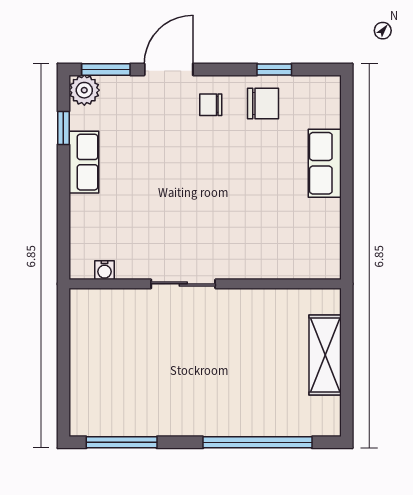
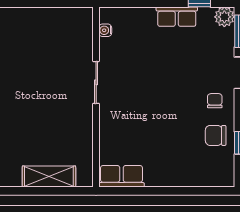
chair: (263, 103) -> (216, 135), turned 90
row of seats: (325, 163) -> (121, 176), moved

